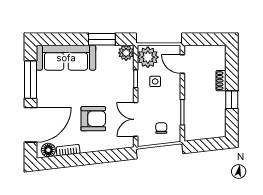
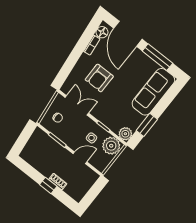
door: (182, 64) -> (80, 158), moved
window: (232, 100) -> (48, 185), moved

